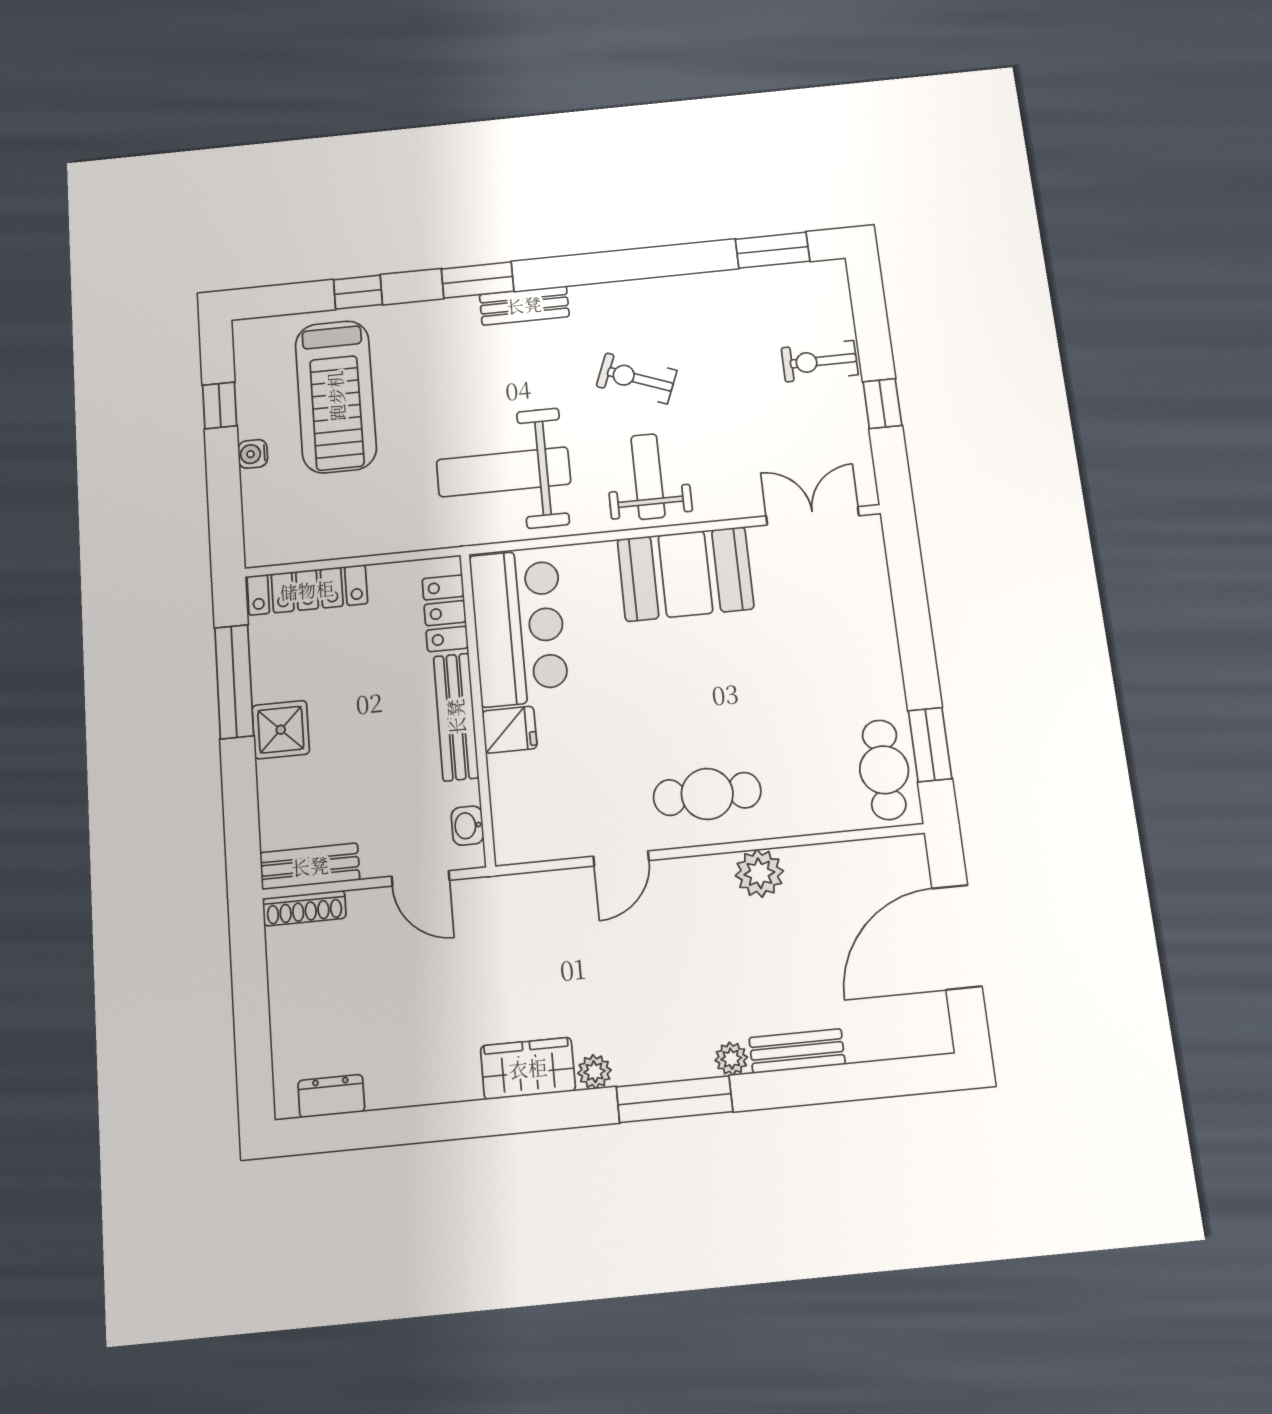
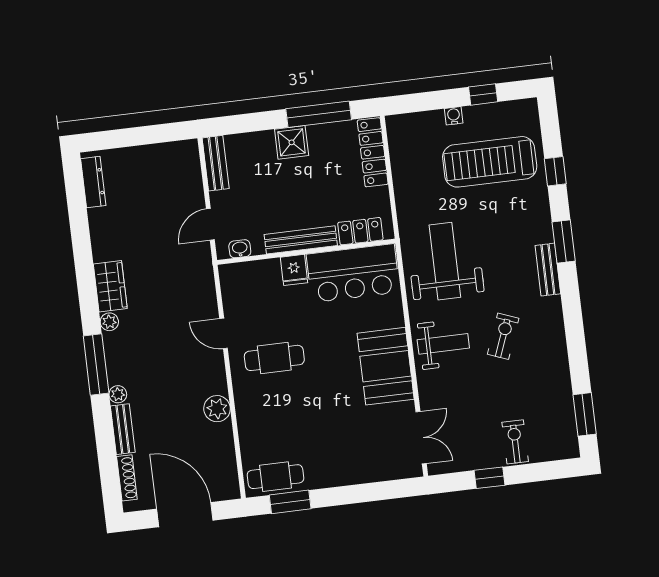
cafe table: (707, 794) -> (274, 358), moved, turned 90
shoe rack: (304, 908) -> (127, 478), moved, turned 180
dresser: (331, 1096) -> (93, 182), width x1.44

